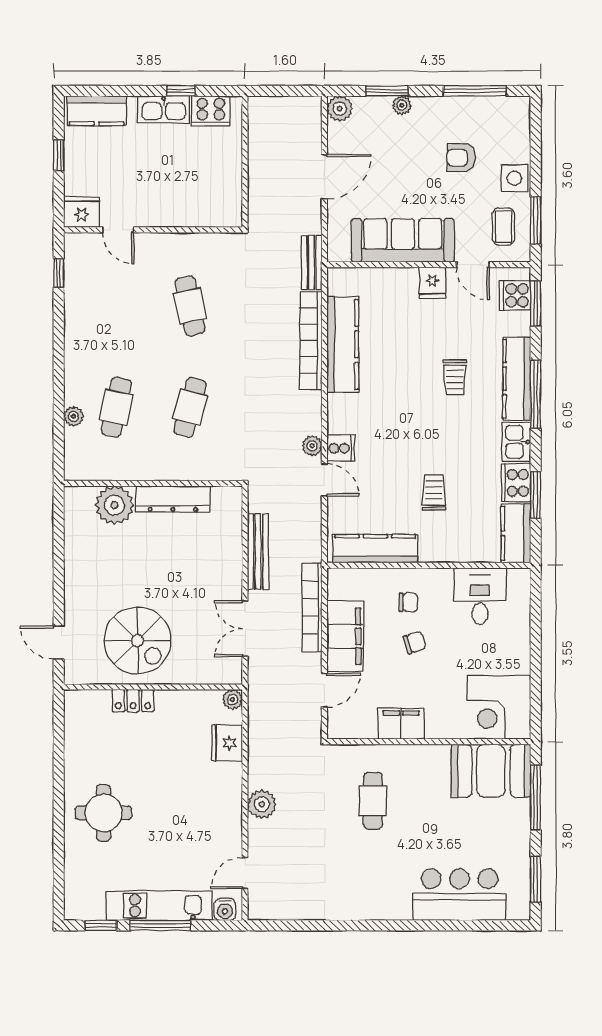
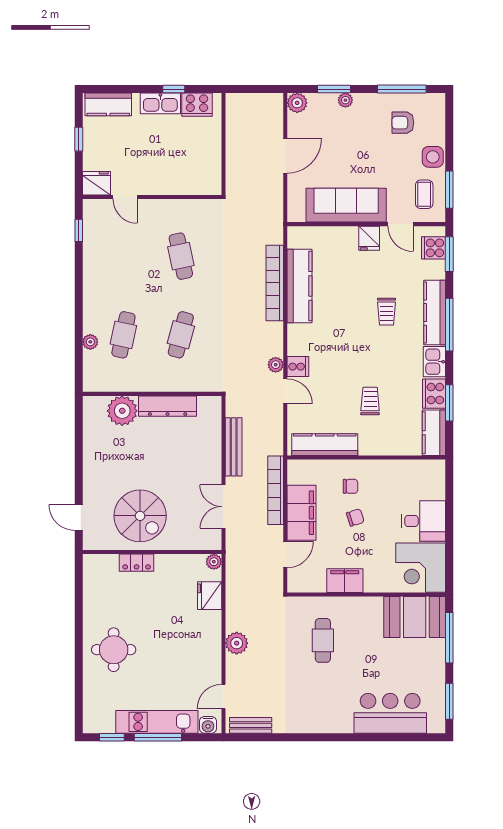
armchair: (461, 158) -> (403, 123), moved
bench: (312, 263) -> (251, 725), moved, turned 90
desk: (480, 596) -> (423, 521), moved, turned 90

